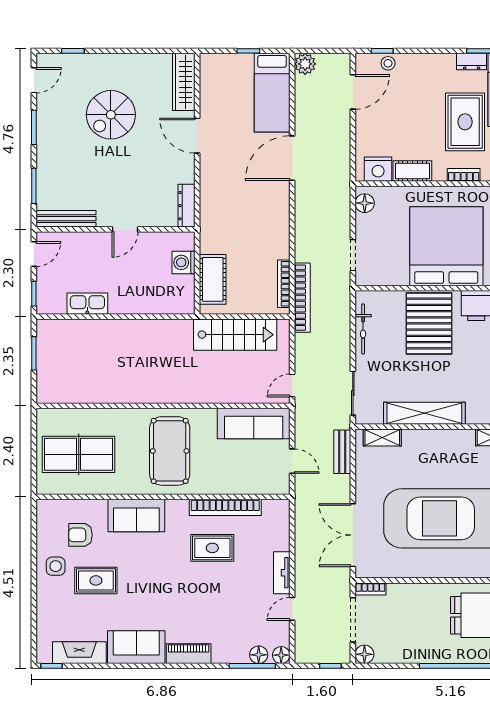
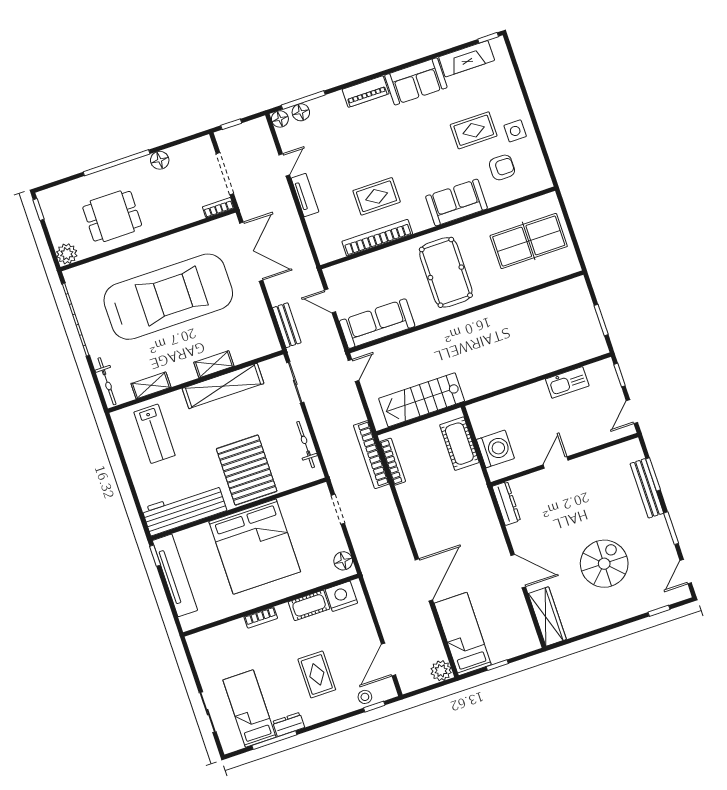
rug: (465, 122) -> (317, 674), moved, width x0.73, depth x0.70
bench: (66, 219) -> (647, 488), moved, turned 90
washing machine: (183, 262) -> (495, 449), width x1.37, depth x1.37
shelving: (382, 438) -> (214, 364), moved
floor lamp: (364, 654) -> (160, 160), moved

